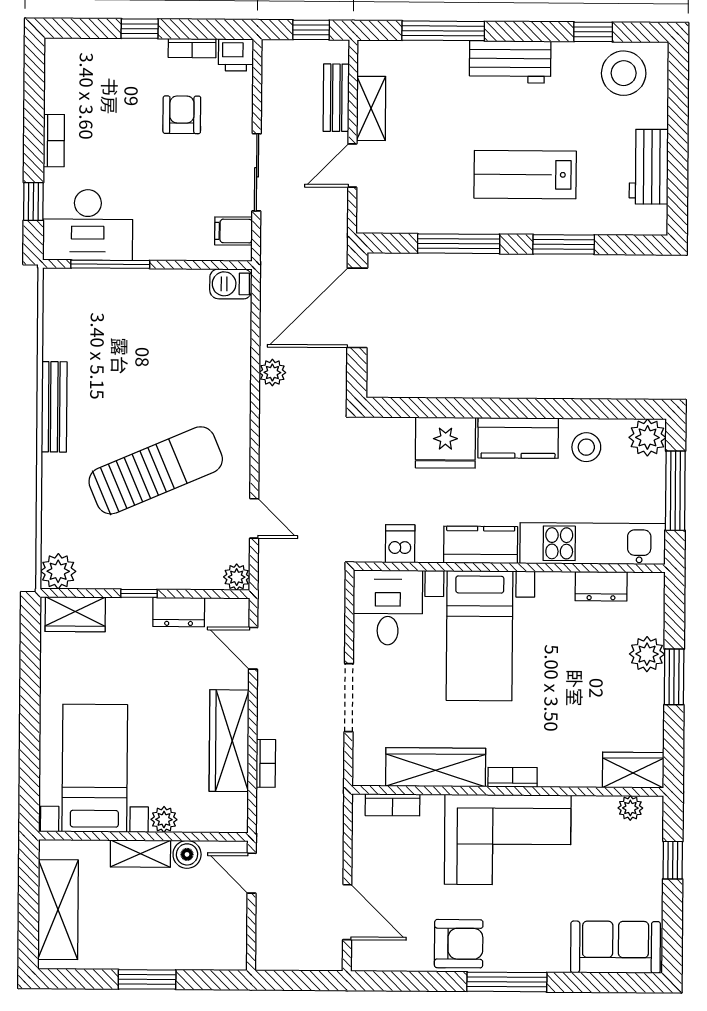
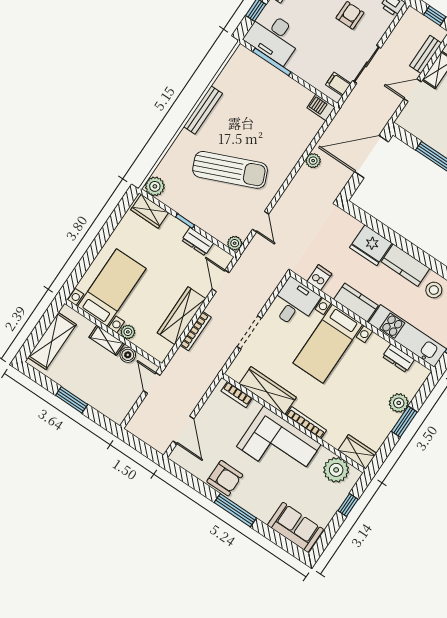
bookcase: (266, 763) -> (196, 331), width x1.56
bookcase: (513, 777) -> (306, 423), width x1.56
plant: (630, 808) -> (336, 470), width x1.88, depth x1.88

